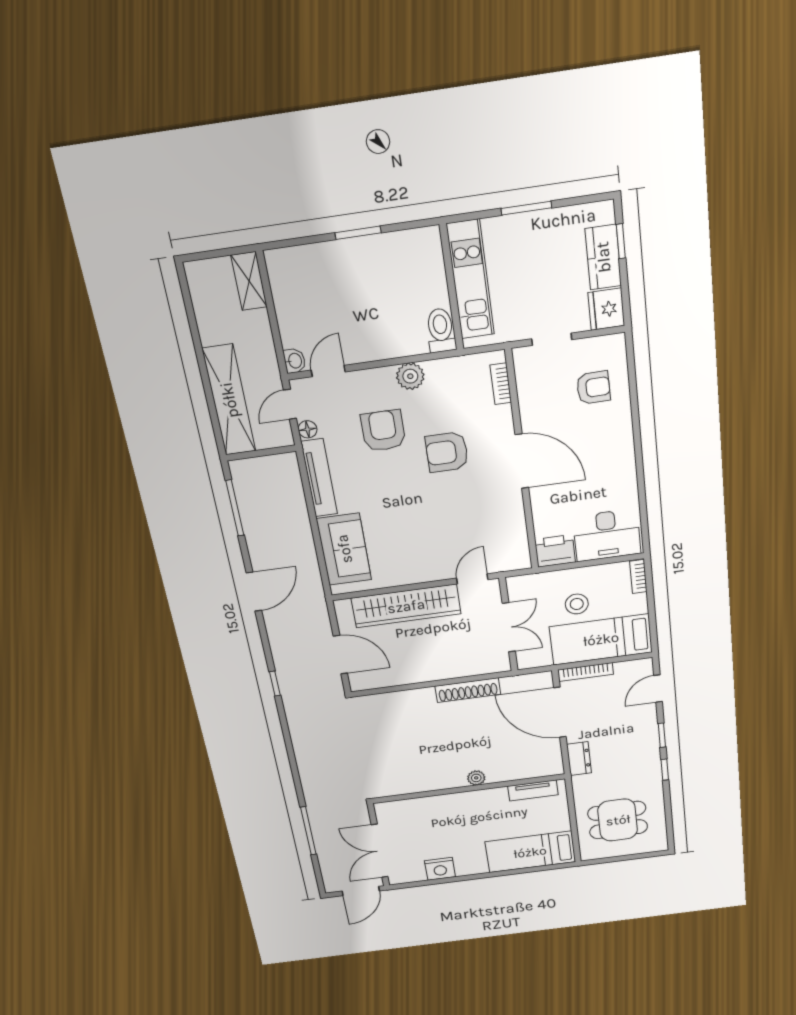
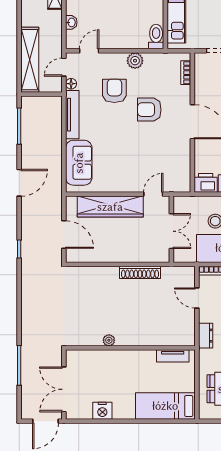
washbasin: (294, 361) -> (71, 22), moved
door: (560, 712) -> (197, 298), width x0.53
plant: (476, 778) -> (109, 340), moved

